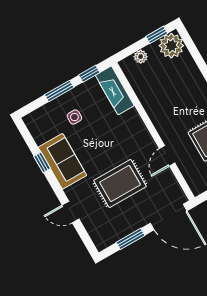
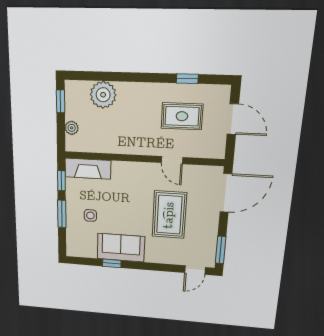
plant: (171, 46) -> (103, 95), moved
door: (71, 212) -> (195, 270), moved
window: (131, 239) -> (221, 250), moved

